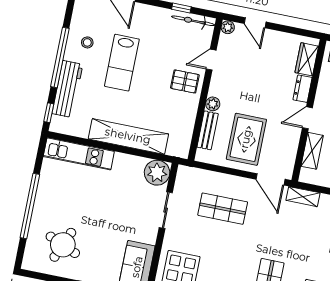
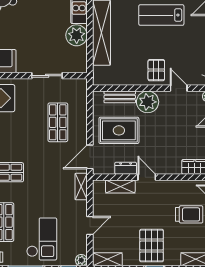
dresser: (303, 89) -> (126, 168), moved
plant: (213, 104) -> (148, 102), width x1.88, depth x1.88
plant: (157, 173) -> (77, 35), moved

